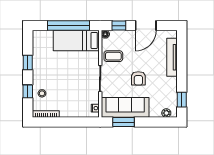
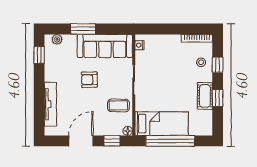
cot: (39, 64) -> (205, 96), added
armchair: (138, 78) -> (89, 80), turned -92
window: (123, 122) -> (83, 29), moved

